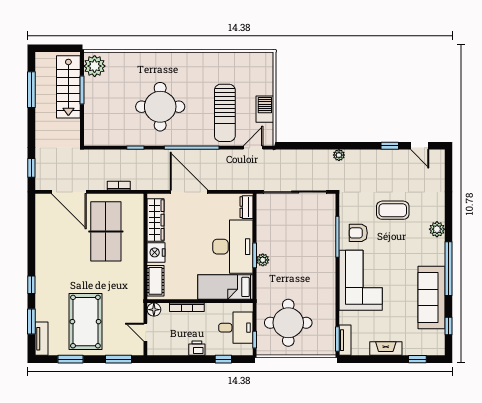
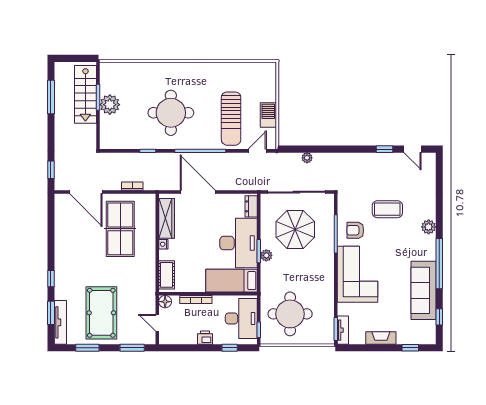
plant: (95, 66) -> (110, 105), moved
plant: (339, 155) -> (307, 158), moved
parasol: (294, 232) -> (295, 229), added
nightstand: (156, 252) -> (163, 244), width x0.53, depth x0.56
desk: (236, 328) -> (241, 318), width x1.37
tv unit: (41, 339) -> (60, 322), width x1.41

